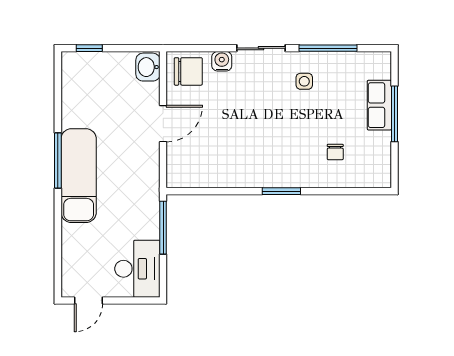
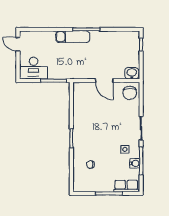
water cooler: (222, 61) -> (135, 163), moved
row of seats: (379, 105) -> (126, 186), moved
exam couch: (79, 176) -> (73, 37), width x0.73, depth x0.69

